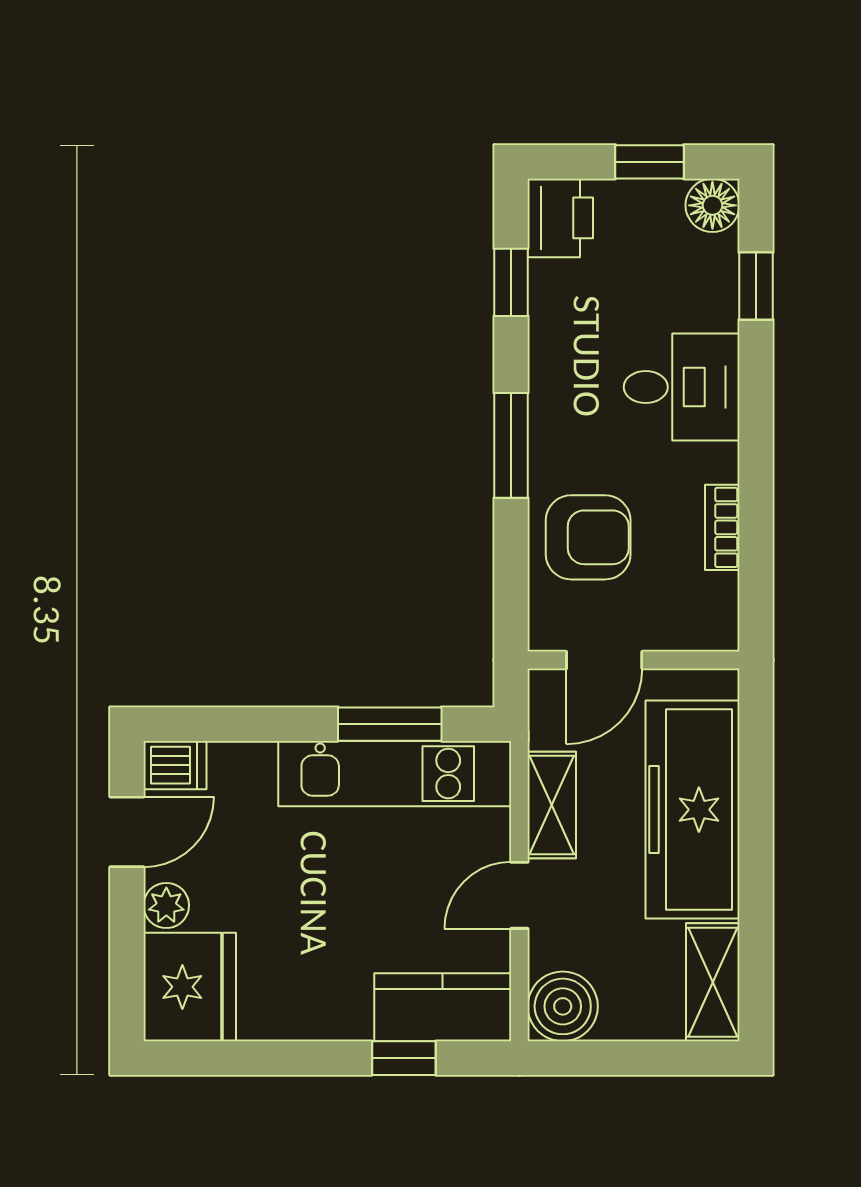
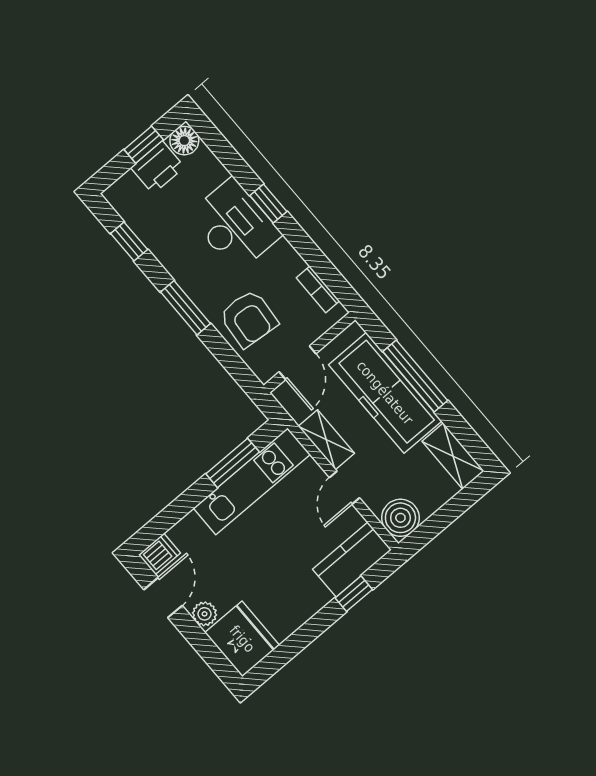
printer: (560, 218) -> (158, 167), moved, turned 90
window: (756, 286) -> (268, 204), moved
desk: (682, 387) -> (235, 225), width x1.37
bookcase: (722, 527) -> (318, 289), moved
armchair: (588, 537) -> (249, 318), turned 95
window: (756, 822) -> (415, 376), added

